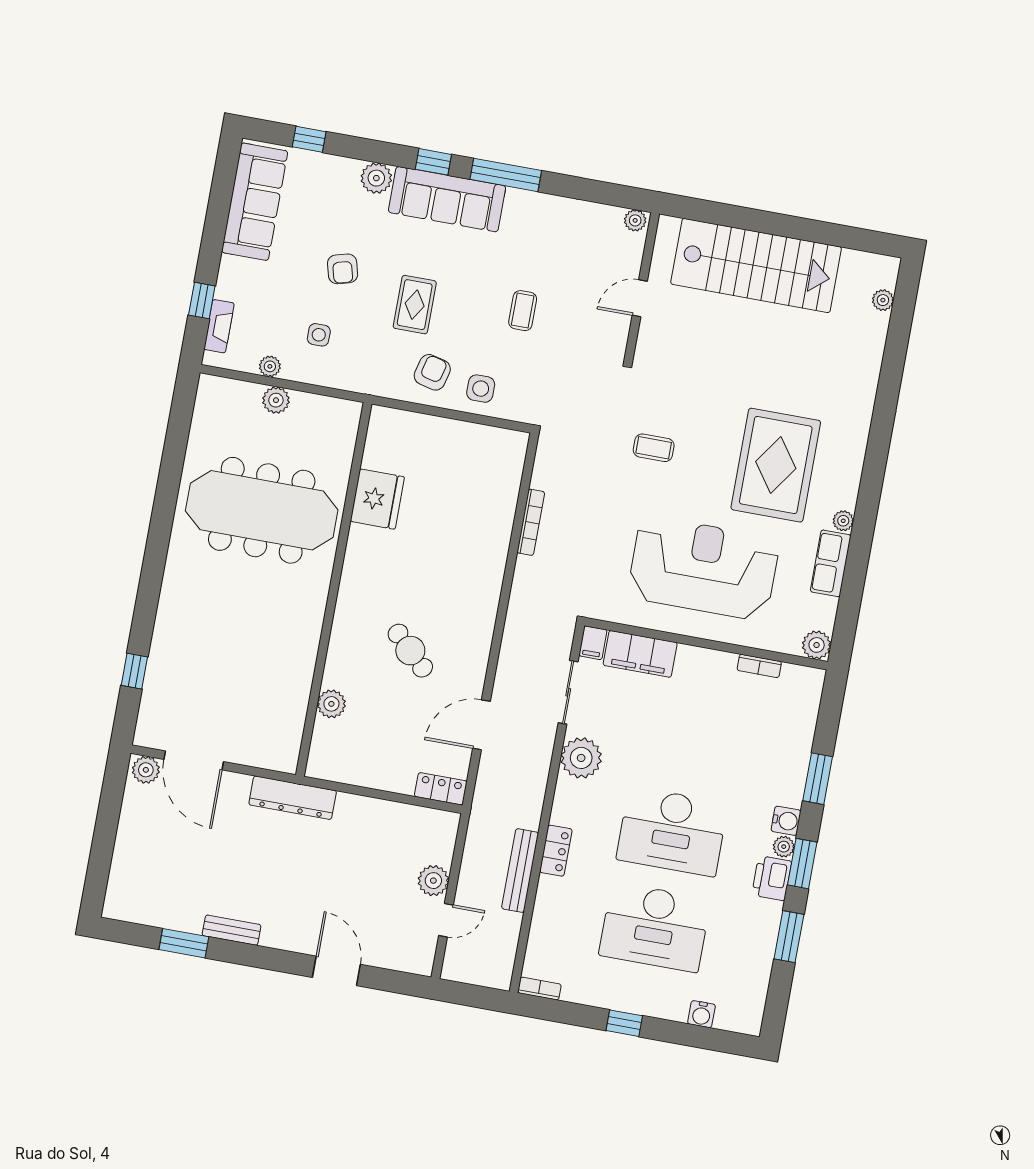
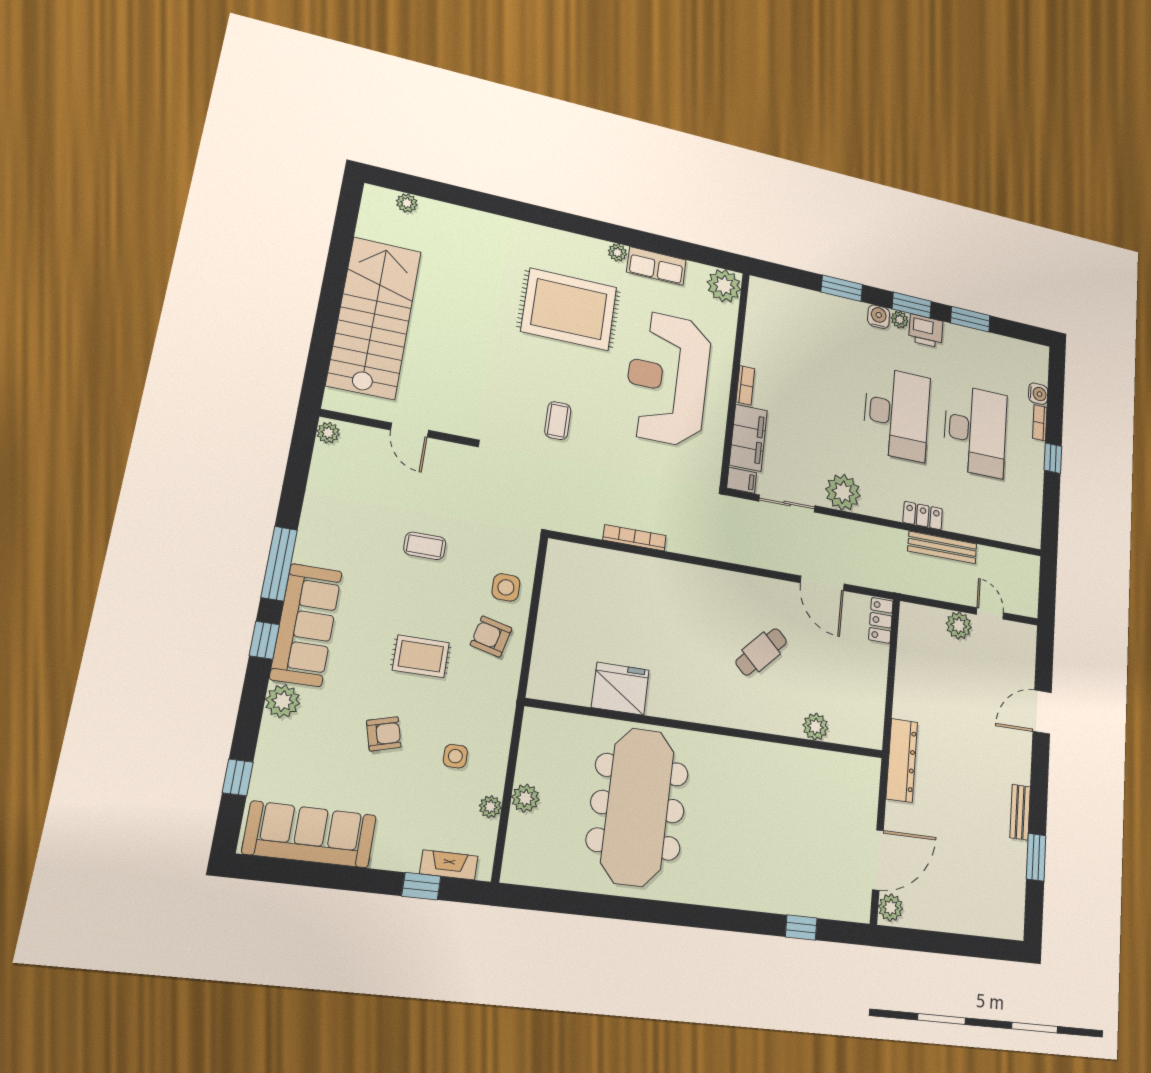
plant: (817, 645) -> (724, 286), width x1.36, depth x1.36
bookcase: (759, 666) -> (745, 385), moved
bookcase: (539, 989) -> (1040, 423), moved

